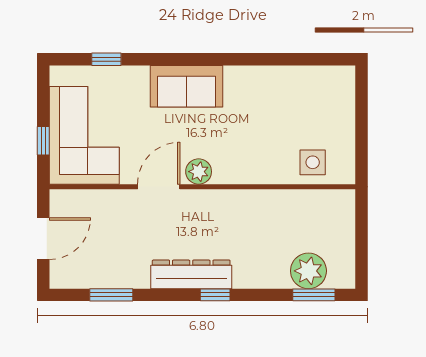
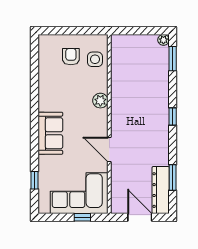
armchair: (317, 121) -> (71, 57), added
plant: (199, 172) -> (100, 101), moved
plant: (308, 271) -> (163, 40), moved, width x0.53, depth x0.53
dresser: (191, 274) -> (161, 190), moved

